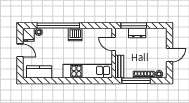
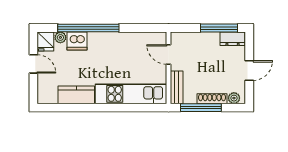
window: (134, 26) -> (219, 28), moved
dresser: (137, 33) -> (233, 39), moved
dishwasher: (75, 35) -> (77, 41), moved
kitchen counter: (39, 72) -> (76, 95), moved

